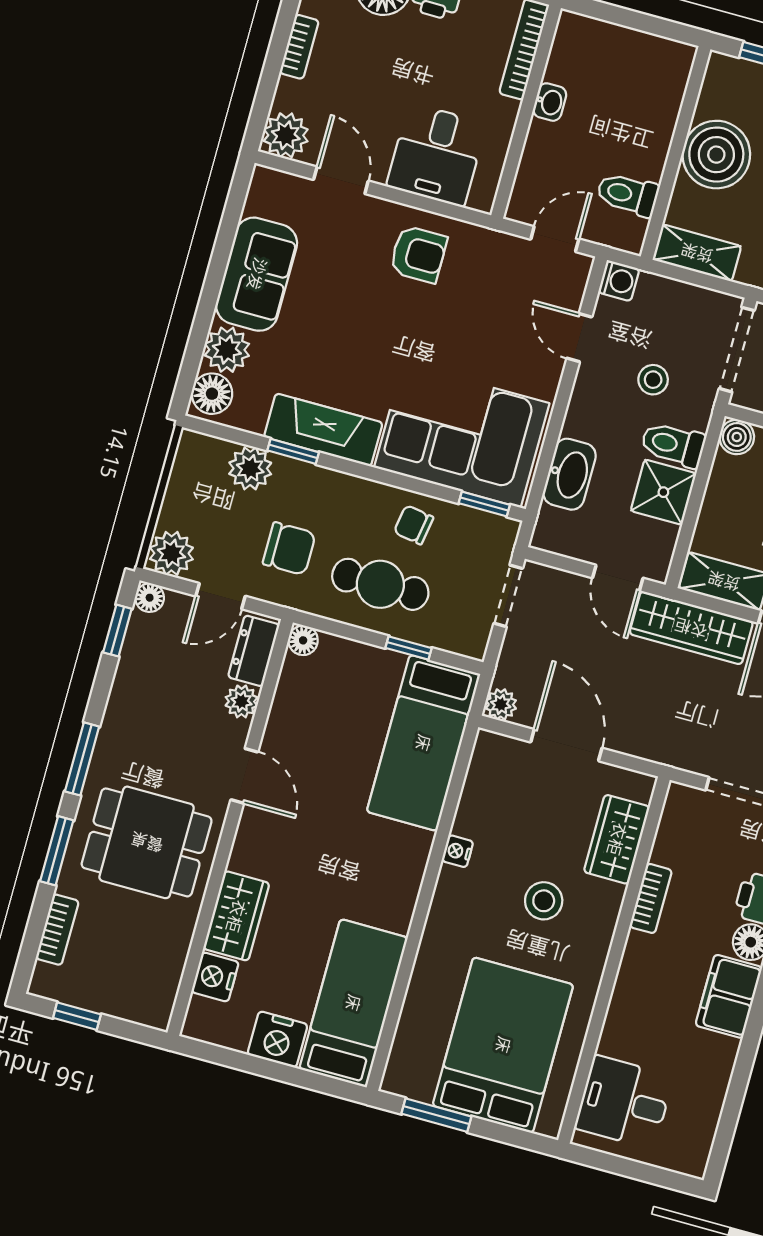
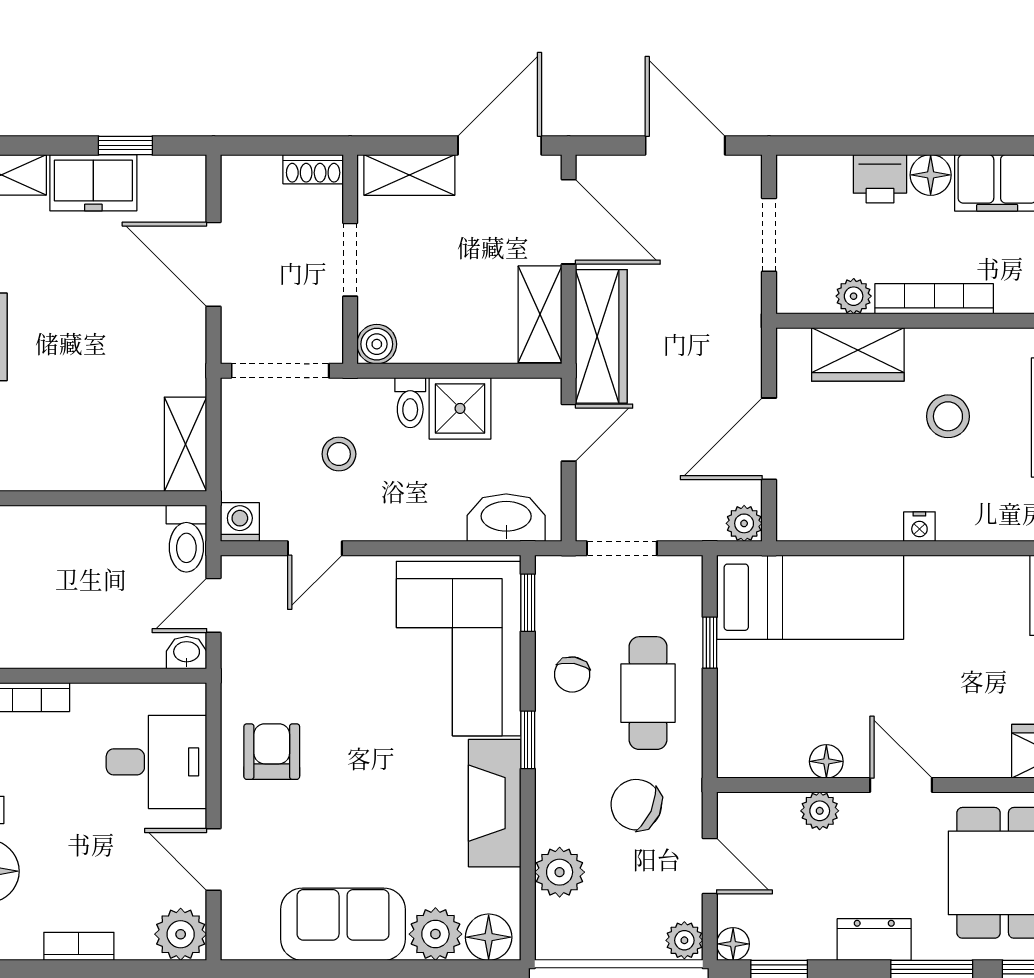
washbasin: (550, 102) -> (187, 653), moved
boiler: (716, 155) -> (71, 453), removed
door: (341, 180) -> (214, 860), hinge flipped
toilet: (628, 194) -> (186, 539), moved
door: (555, 239) -> (214, 605), hinge flipped
toilet: (673, 444) -> (410, 403), width x0.73, depth x0.72
window: (293, 451) -> (528, 740), moved
washbasin: (569, 474) -> (506, 518), moved
chair: (289, 549) -> (636, 805), turned -66
plant: (171, 553) -> (684, 940), width x0.73, depth x0.73
floor lamp: (303, 640) -> (826, 761), moved
dresser: (254, 651) -> (874, 940), moved, turned 180
door: (244, 776) -> (901, 785), hinge flipped
plant: (667, 849) -> (854, 296), added
bookcase: (651, 898) -> (934, 299), width x1.56

